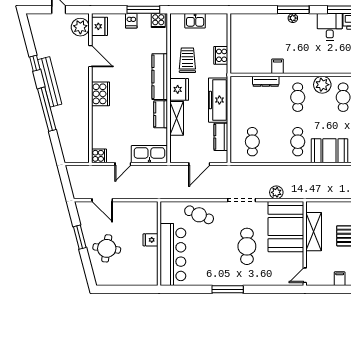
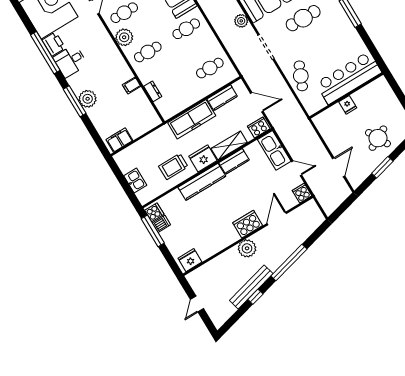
plant: (293, 18) -> (88, 99), width x1.88, depth x1.88
dishwasher: (131, 21) -> (161, 224), moved
plant: (80, 27) -> (247, 248), moved
filing cabinet: (238, 28) -> (119, 140), added
cooker: (221, 55) -> (259, 128), moved, turned 180
door: (90, 56) -> (277, 218), moved
dresser: (266, 81) -> (153, 91), width x0.70
bench: (50, 82) -> (251, 287), moved
round table: (107, 248) -> (378, 138), turned -36

